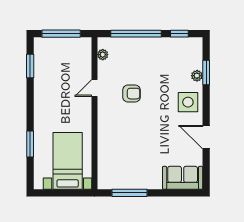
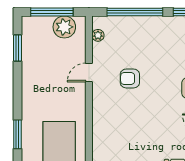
plant: (72, 47) -> (64, 27), added
armchair: (131, 94) -> (130, 78), turned 180

